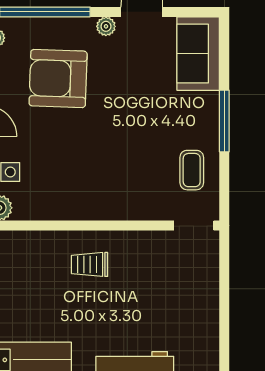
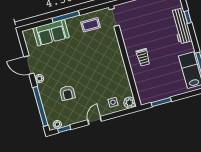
sofa: (198, 54) -> (51, 33), moved
armchair: (58, 79) -> (67, 93), width x0.53, depth x0.53

